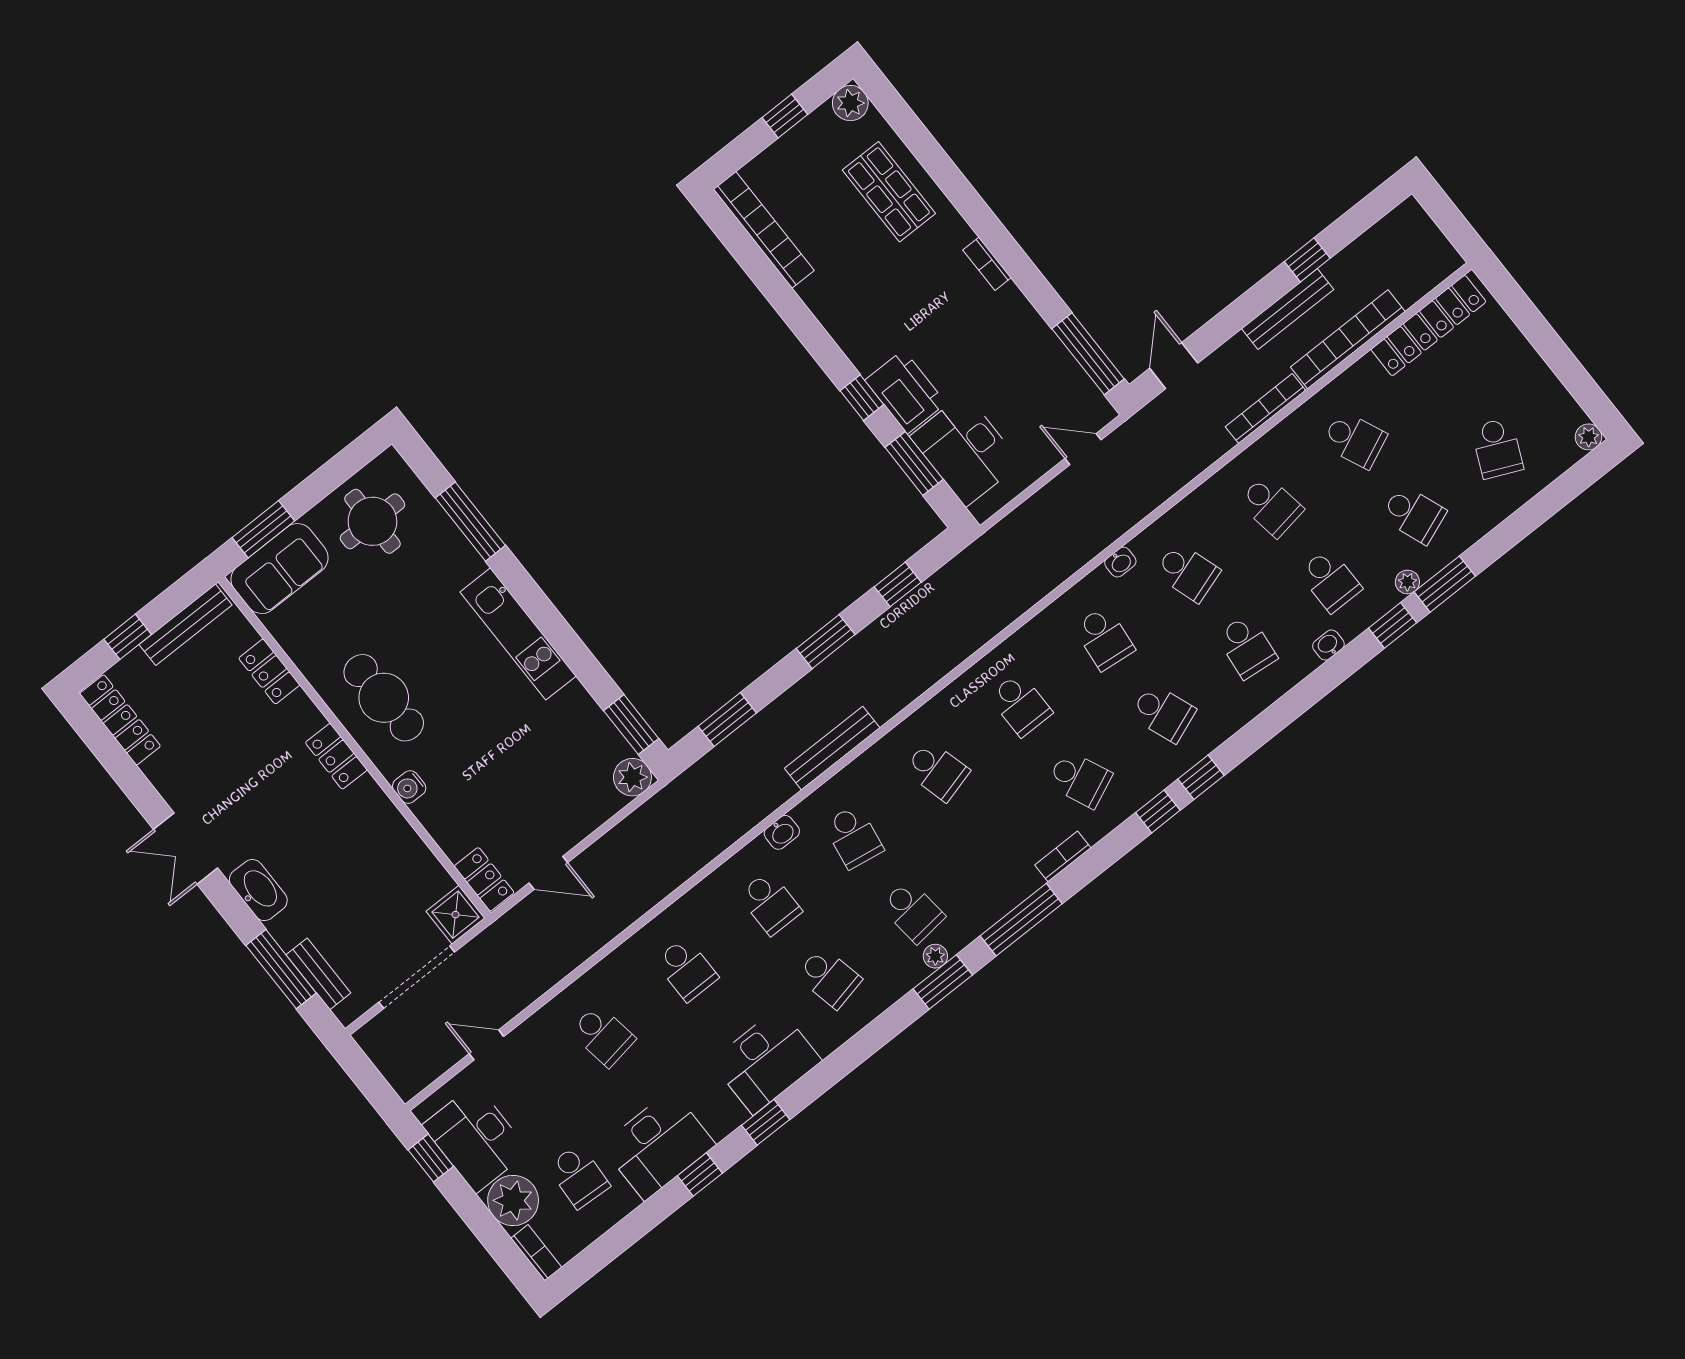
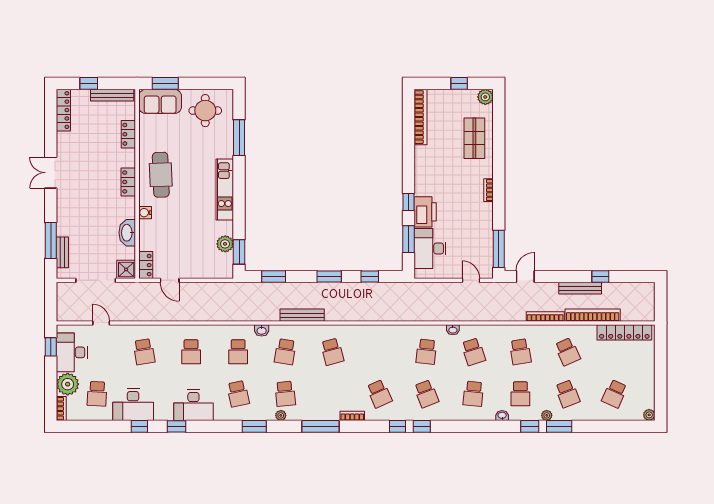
school desk: (1021, 705) -> (379, 352), removed
plant: (632, 777) -> (225, 244), moved
washbasin: (258, 890) -> (127, 233), moved, turned 180
window: (943, 982) -> (254, 426), moved

